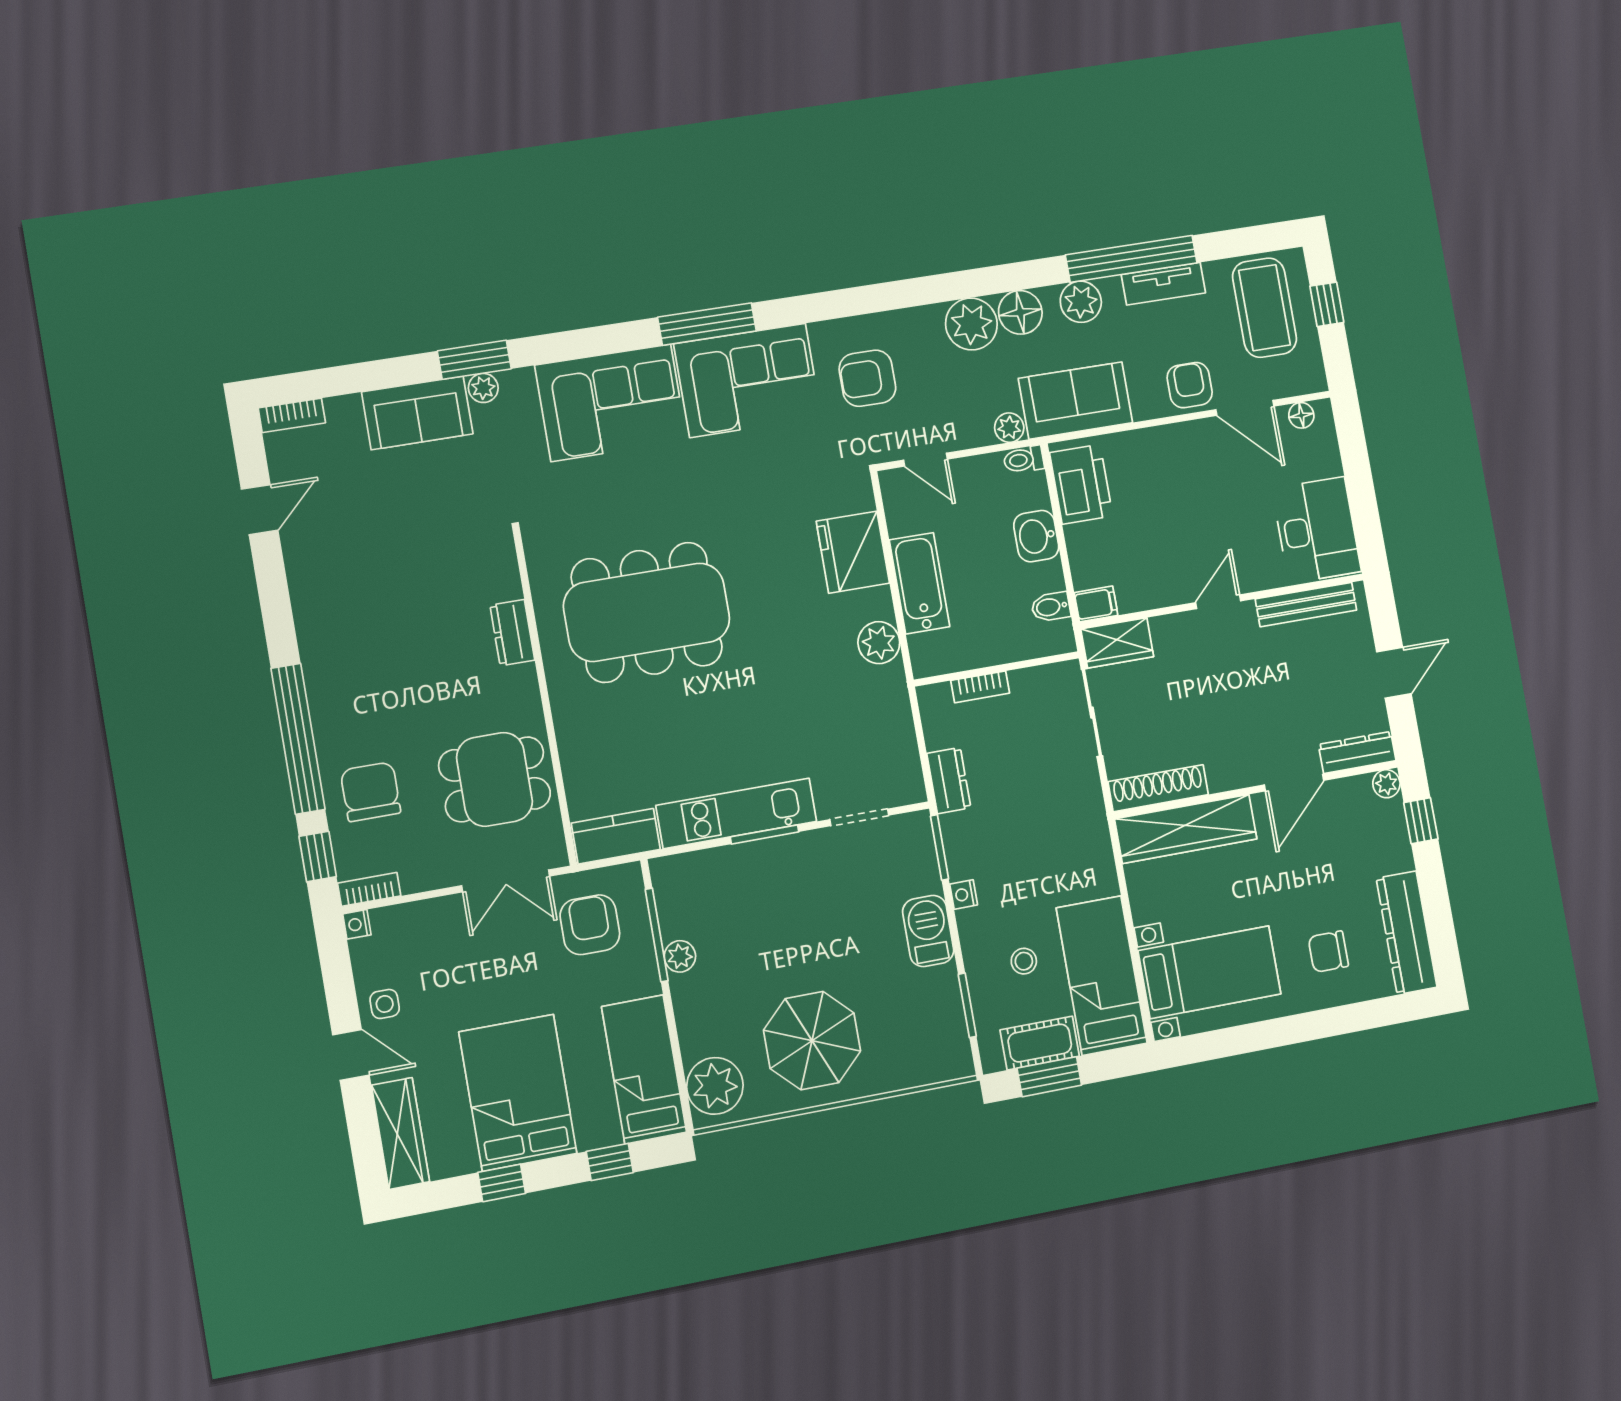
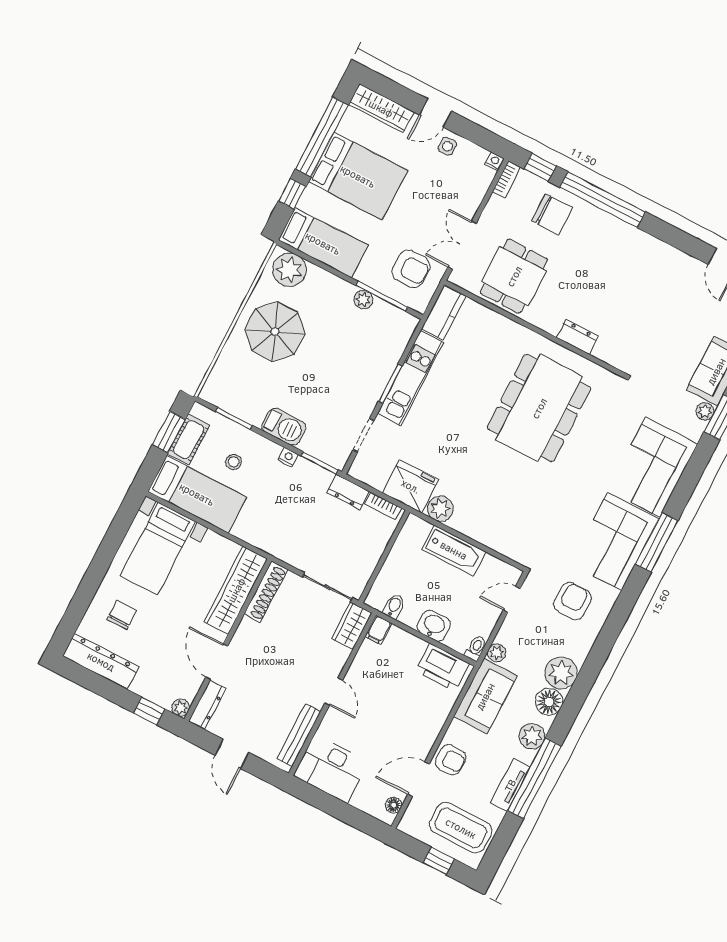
fridge: (853, 552) -> (411, 486), moved
bookcase: (980, 687) -> (383, 506), moved, turned -90
window: (502, 1183) -> (322, 137), width x3.17

